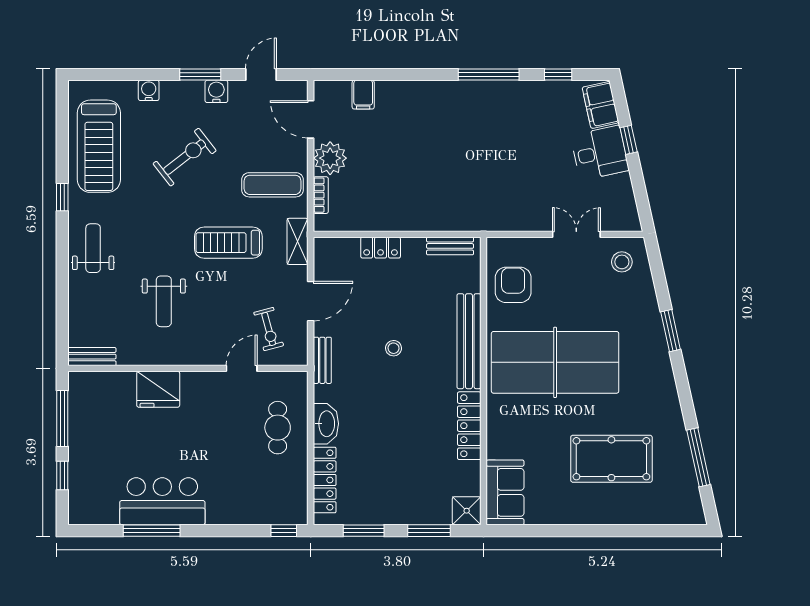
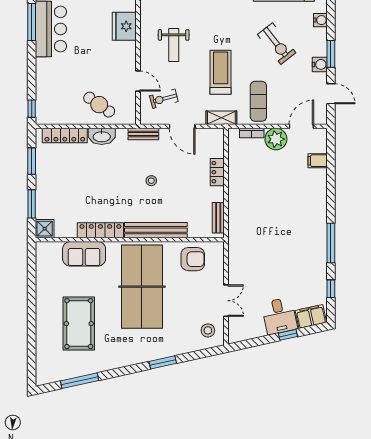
weight bench: (164, 301) -> (174, 45), moved, turned -90
cafe table: (278, 428) -> (99, 105), turned 35
sofa: (505, 492) -> (84, 254), moved

